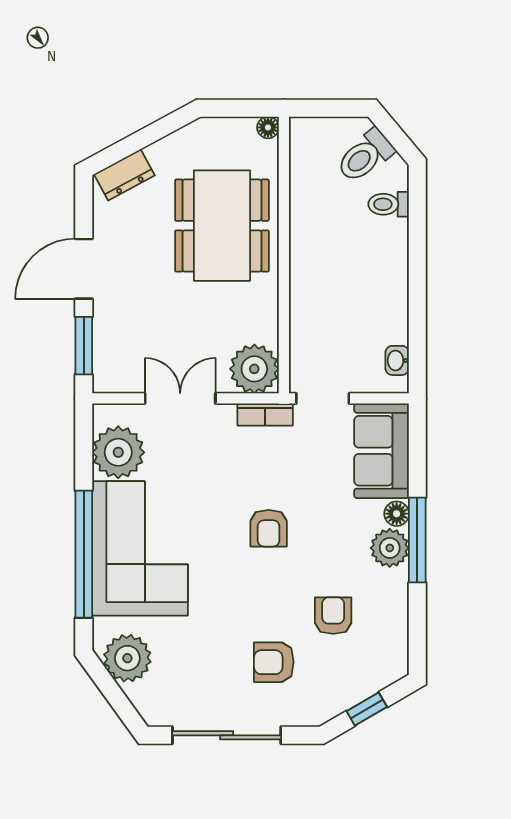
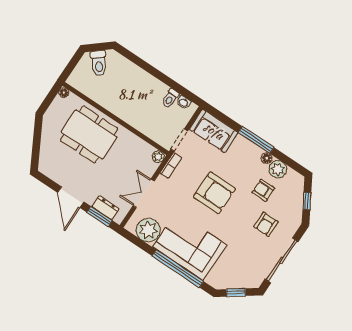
dresser: (124, 175) -> (105, 208), moved, turned -62
toilet: (389, 204) -> (170, 98), moved
plant: (254, 369) -> (158, 157), width x0.53, depth x0.53
floor lamp: (397, 514) -> (267, 158), moved
armchair: (269, 528) -> (214, 193), width x1.88, depth x1.88
plant: (390, 548) -> (278, 169), moved
plant: (127, 658) -> (228, 278), removed
window: (111, 691) -> (236, 293), added

